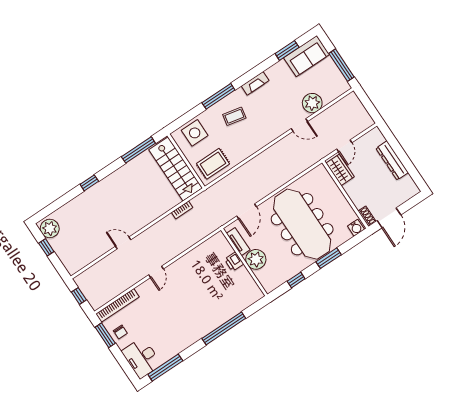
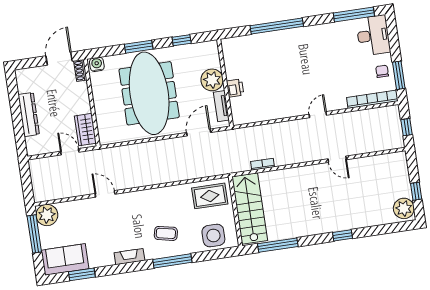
plant: (312, 103) -> (47, 215), moved
door: (344, 146) -> (70, 152), hinge flipped

